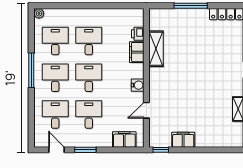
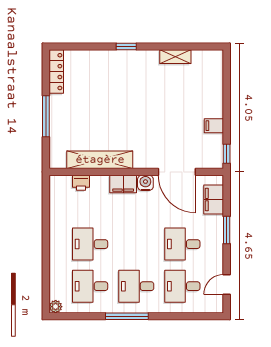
shelving: (156, 49) -> (100, 160), width x1.47
filing cabinet: (137, 52) -> (123, 184), moved
desk: (89, 78) -> (136, 244), removed
door: (146, 110) -> (177, 172), width x1.88
filing cabinet: (183, 140) -> (214, 126), width x0.50
window: (85, 150) -> (227, 230), moved

